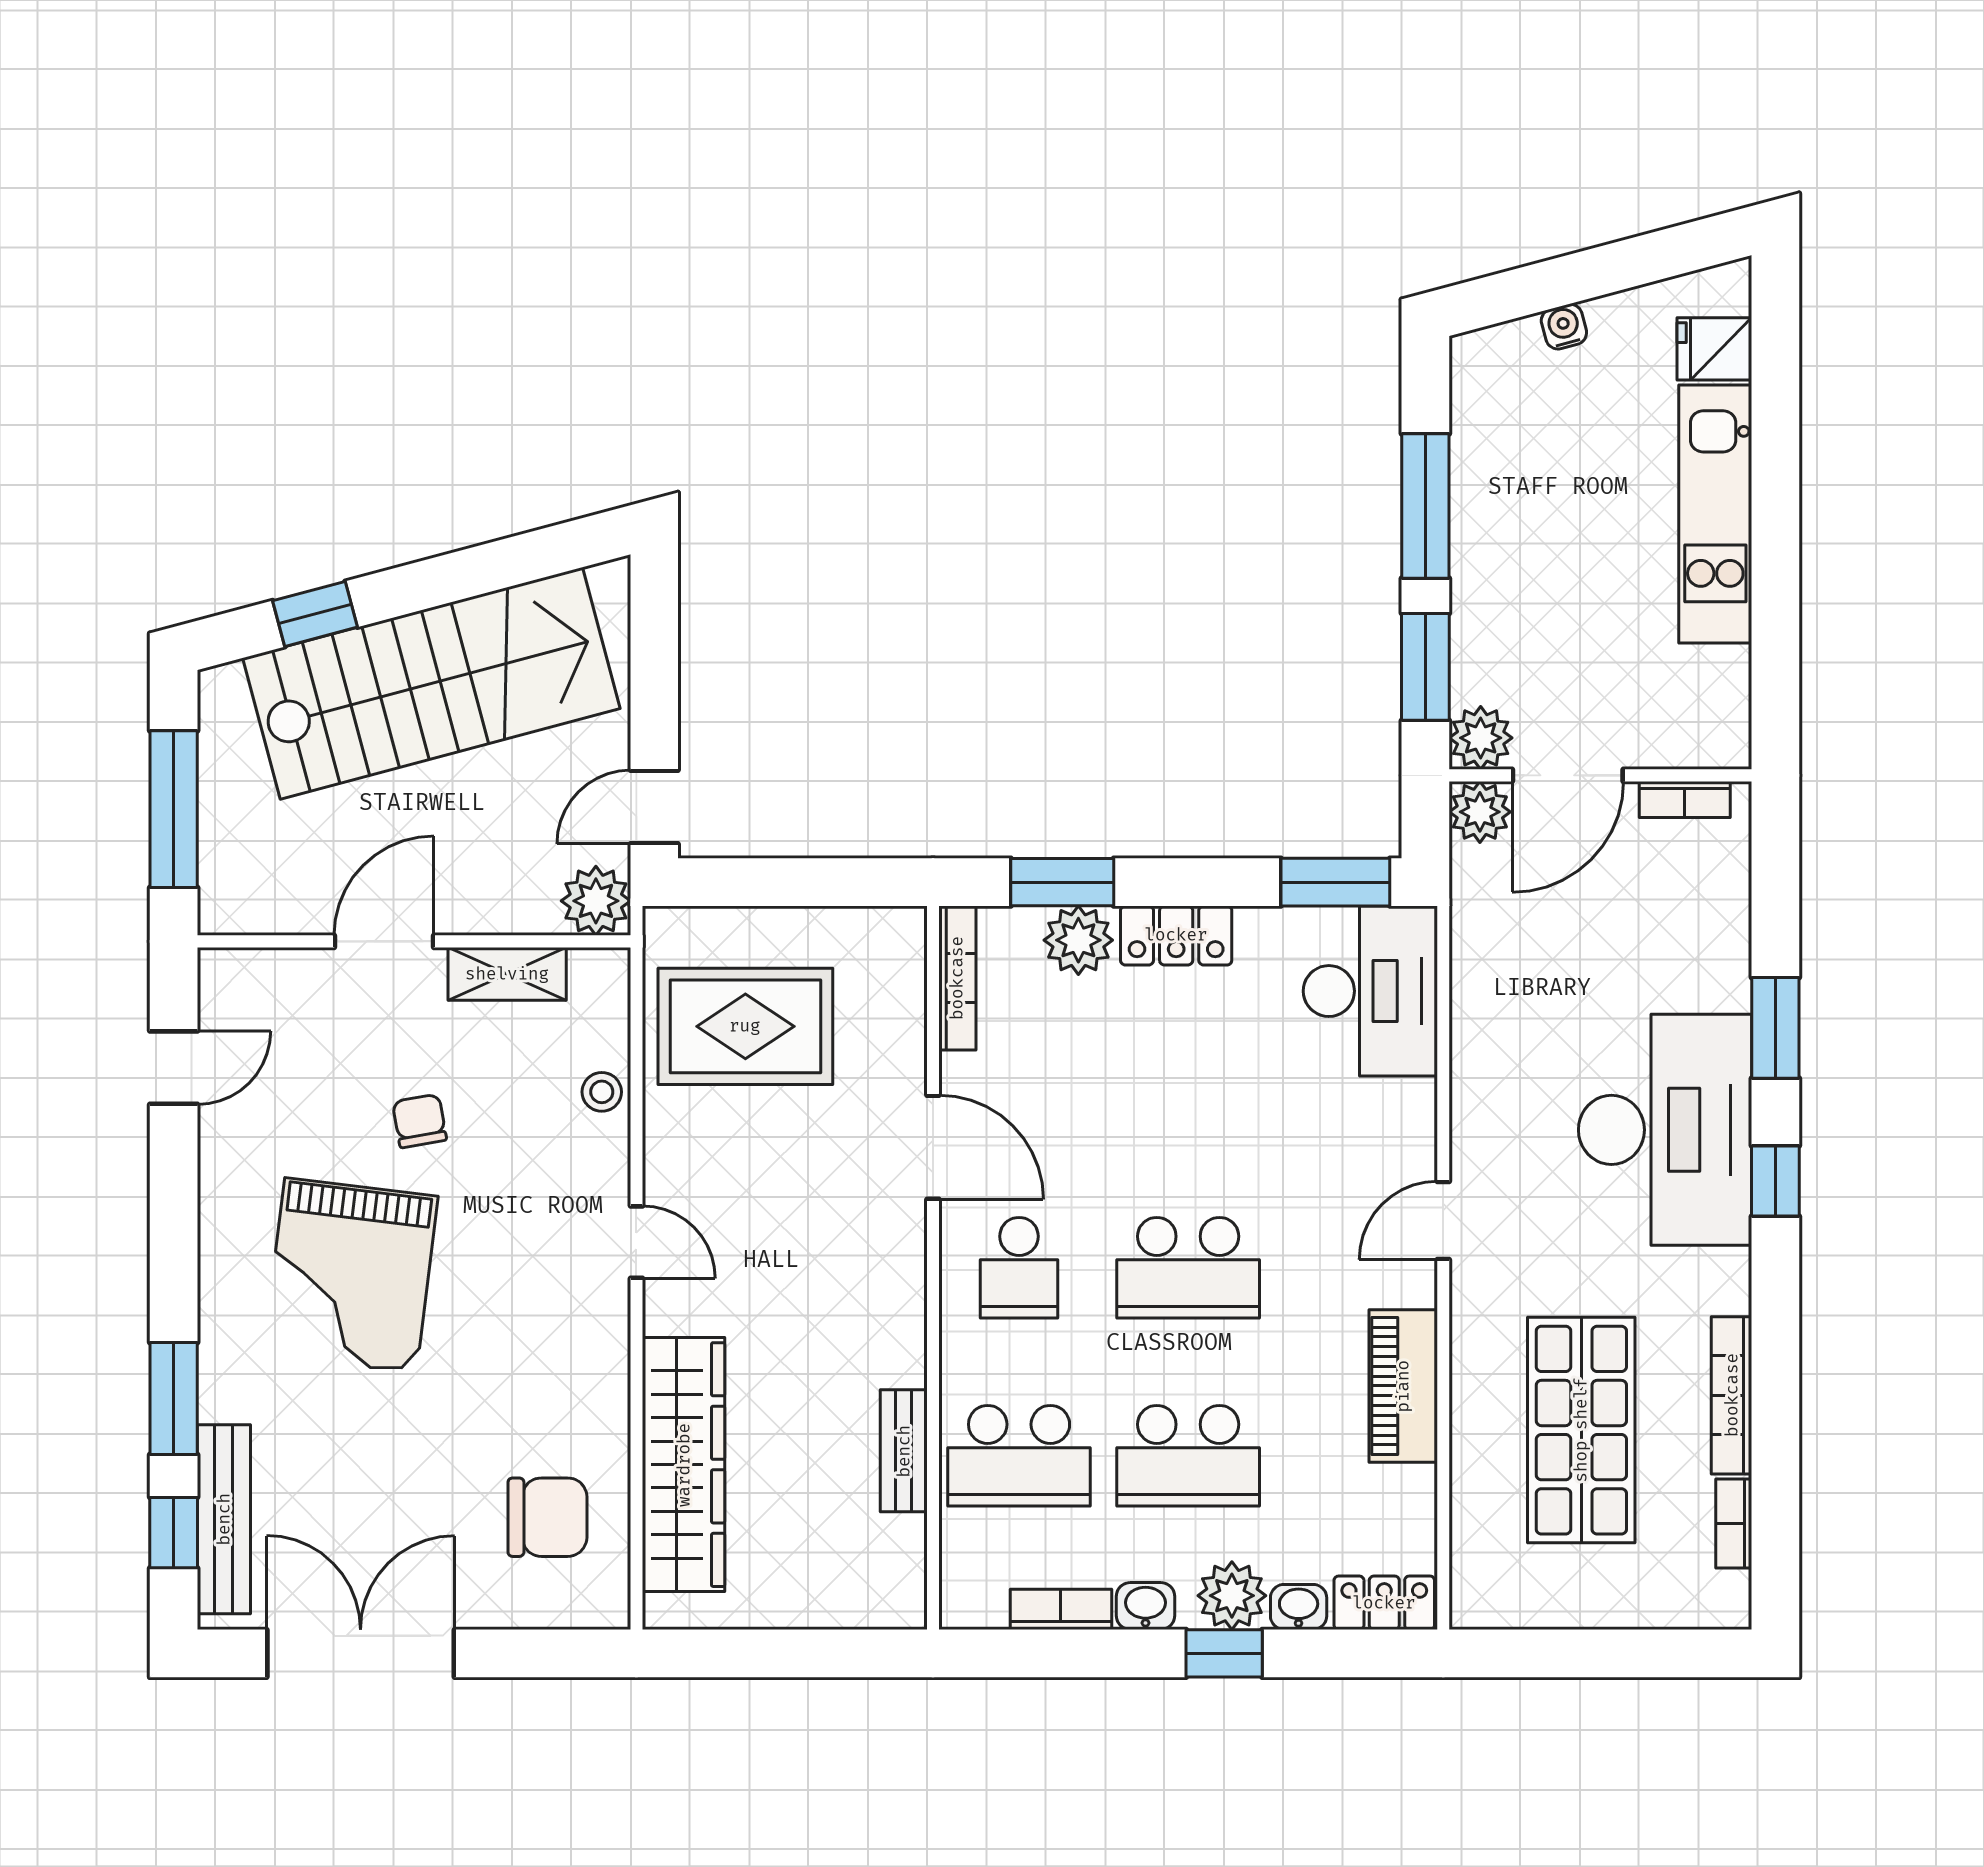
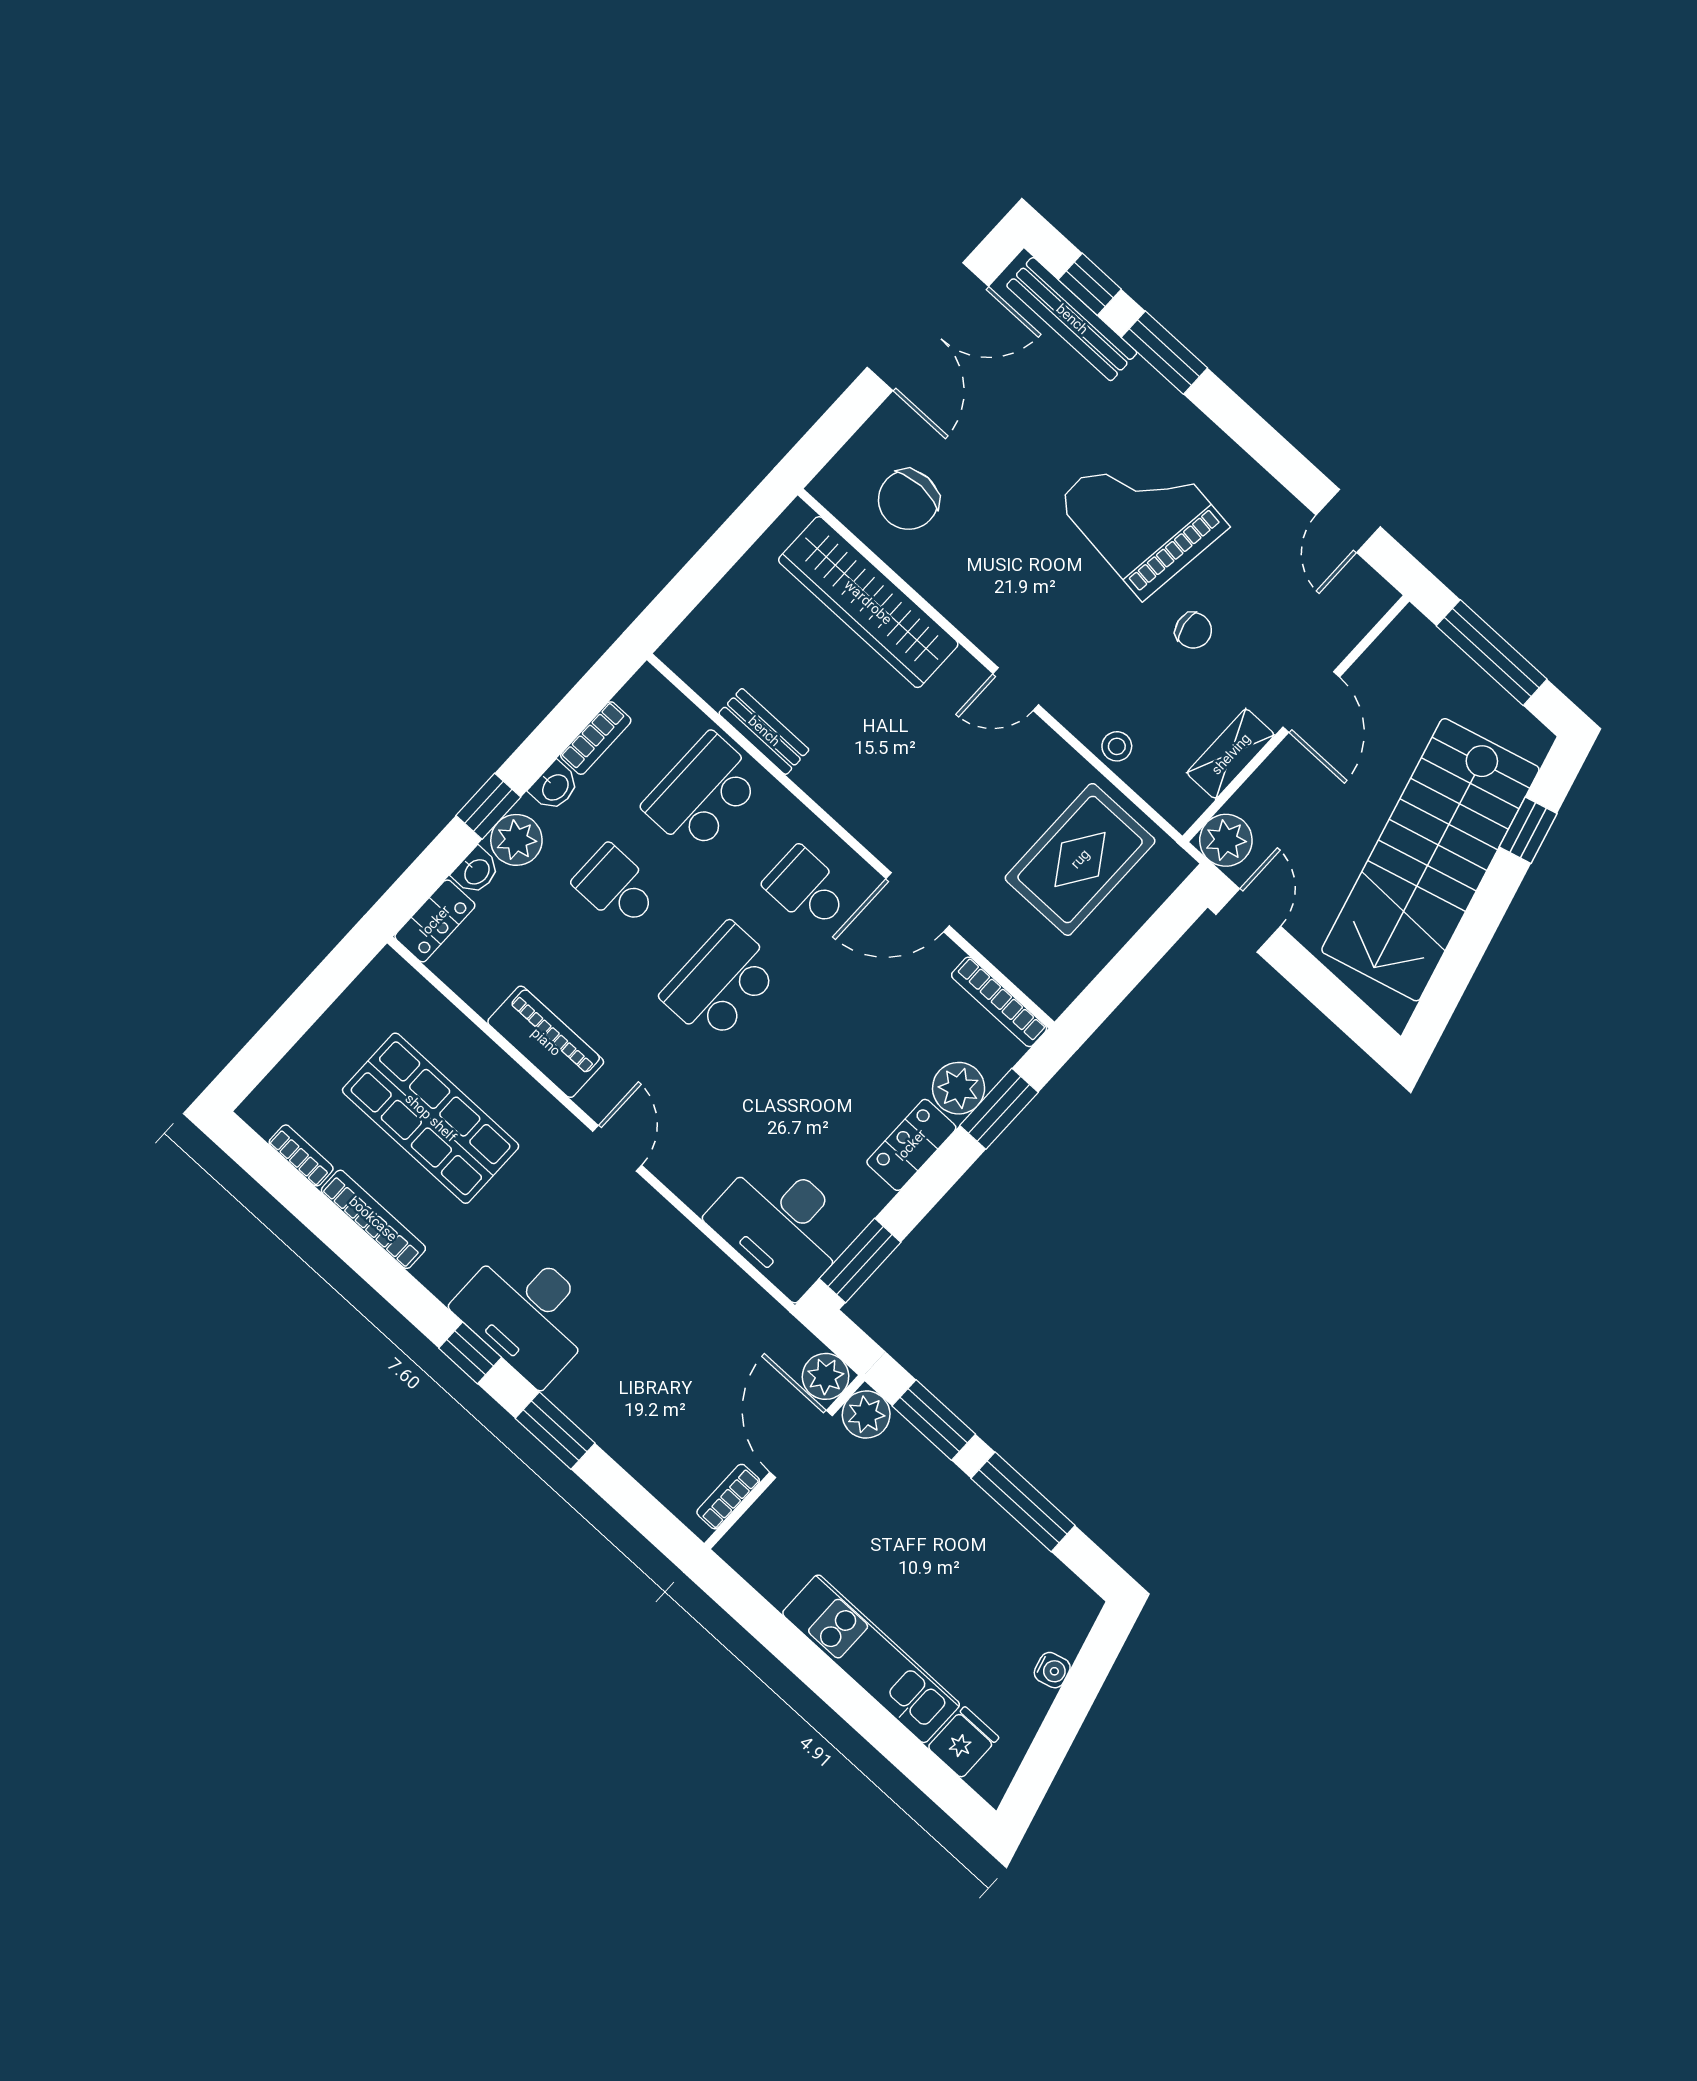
desk: (1665, 1130) -> (527, 1313), width x0.73, depth x0.77
school desk: (1188, 1456) -> (616, 887), width x0.54

